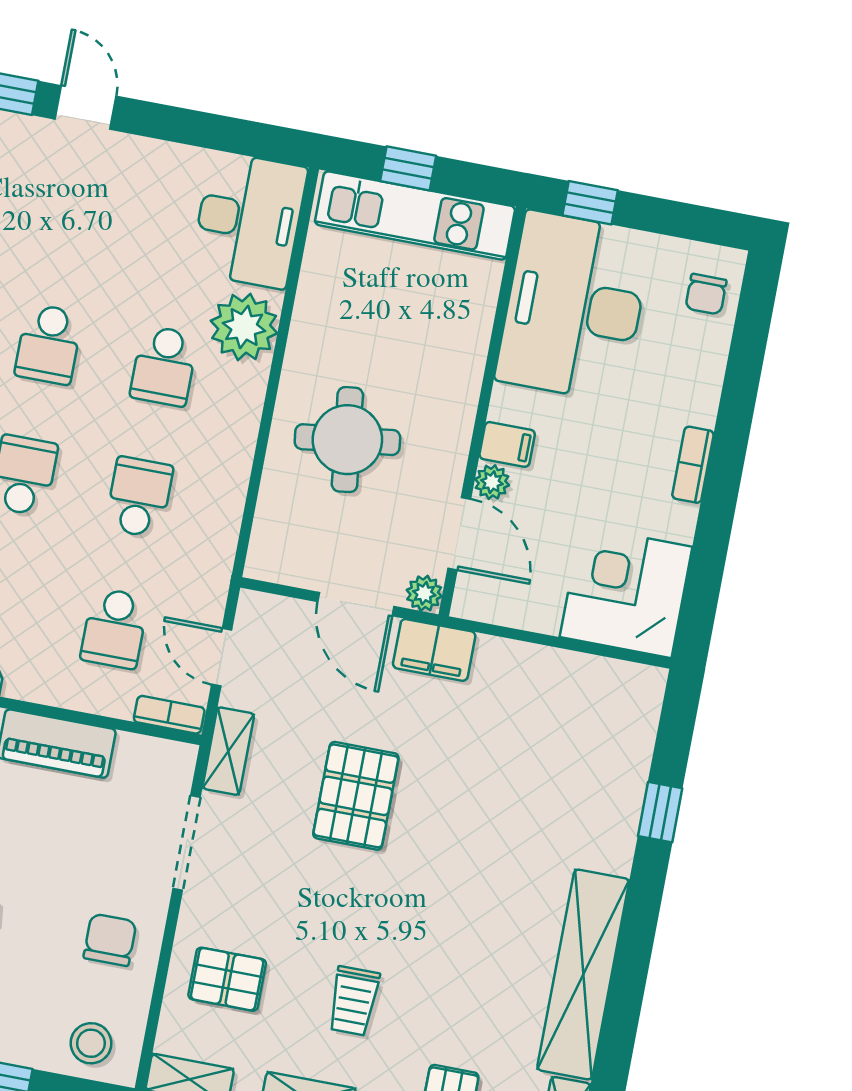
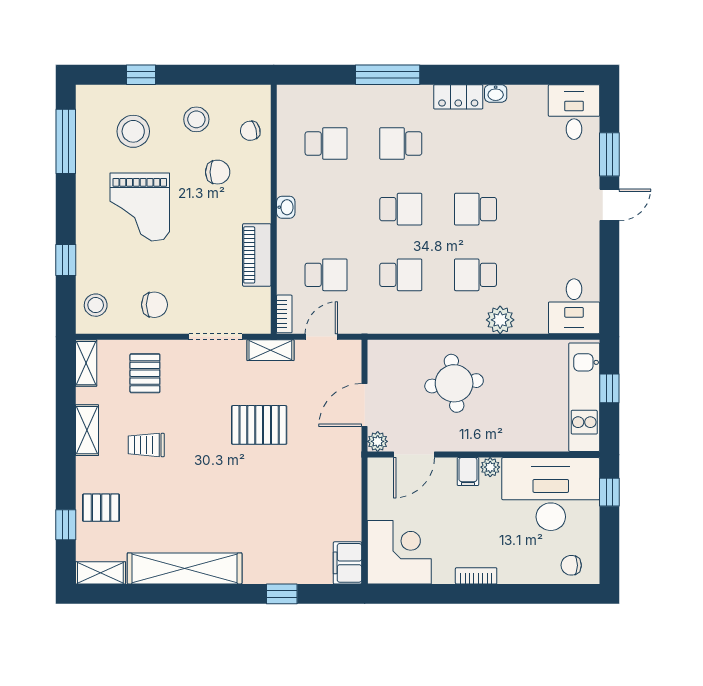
desk: (249, 220) -> (574, 306), width x0.73
plant: (244, 327) -> (500, 320), width x0.73, depth x0.73
plant: (492, 482) -> (490, 467), moved
school desk: (114, 628) -> (326, 275), turned 180
filing cabinet: (434, 650) -> (347, 563), moved

